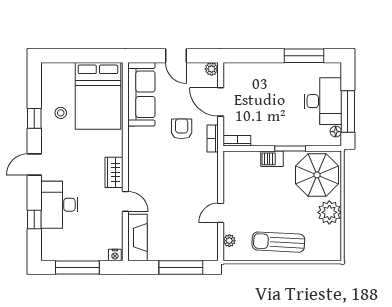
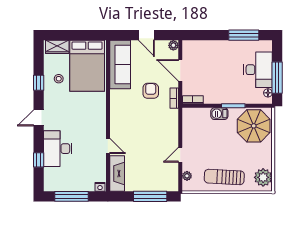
wardrobe: (114, 172) -> (57, 47), moved, turned -90
plant: (329, 212) -> (263, 177), moved

